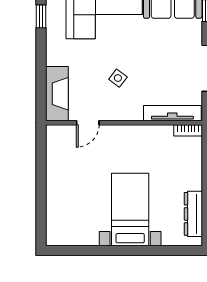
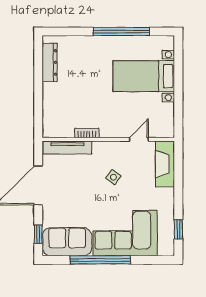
bookcase: (188, 130) -> (87, 133), moved
bed with nightstands: (130, 210) -> (144, 76), moved, turned 90
window: (109, 250) -> (121, 31), added

